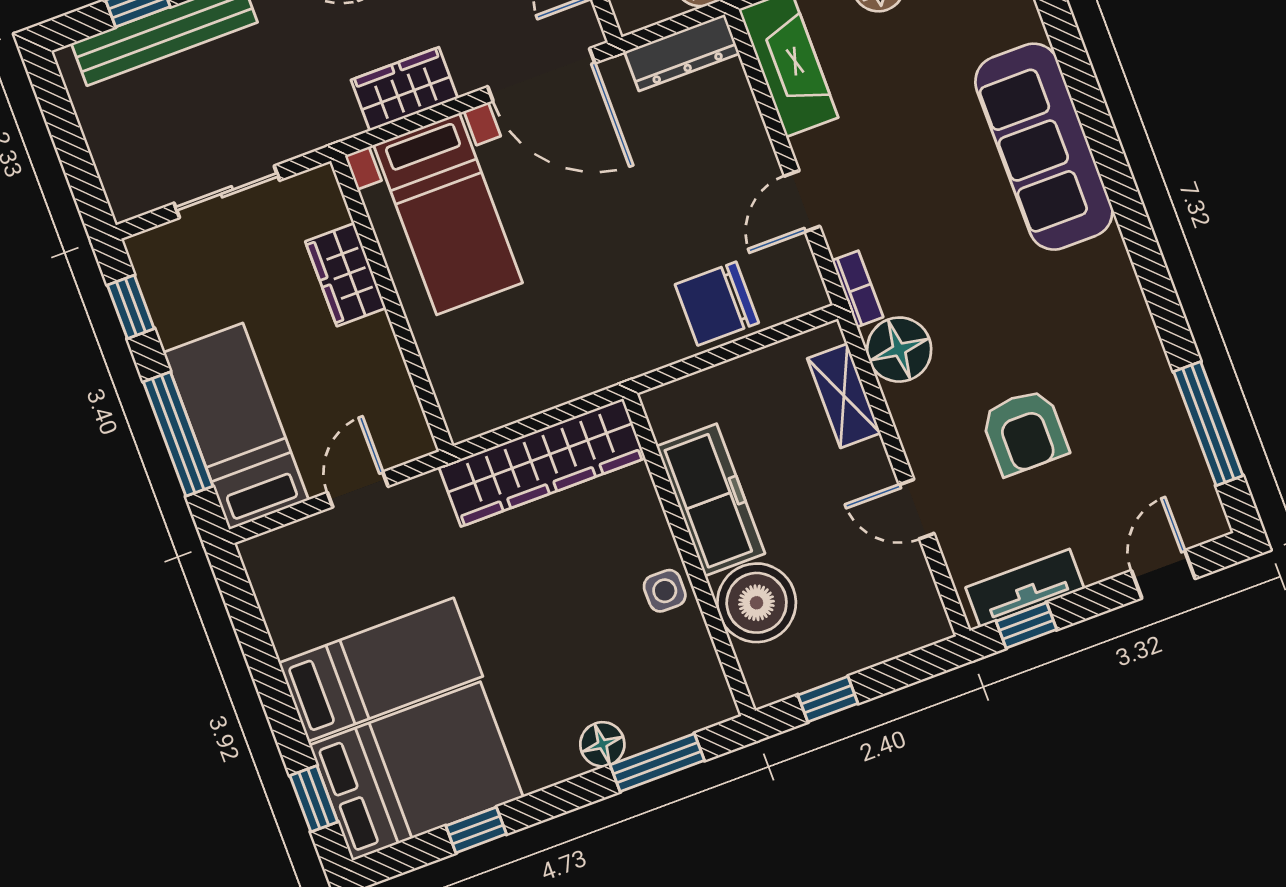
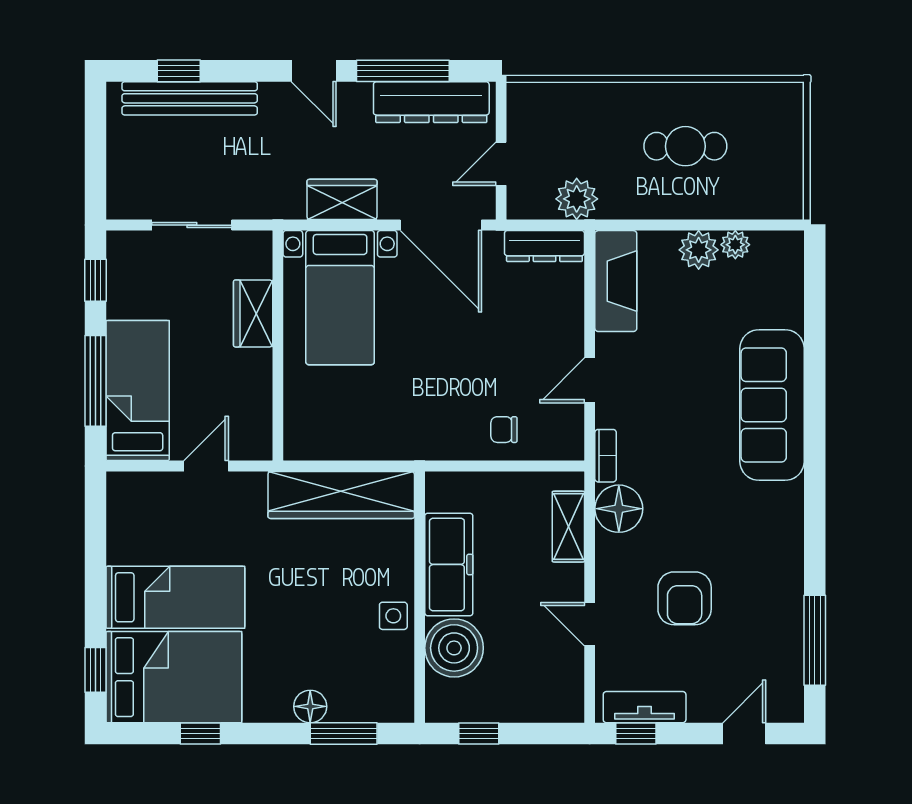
chair: (717, 304) -> (504, 430), width x0.54, depth x0.54

